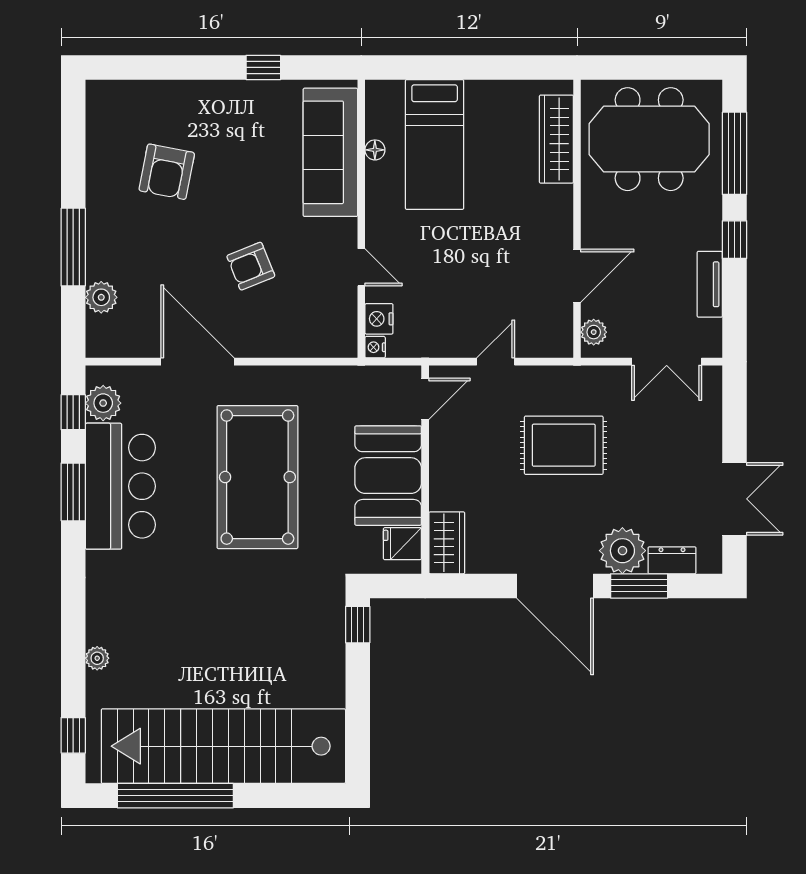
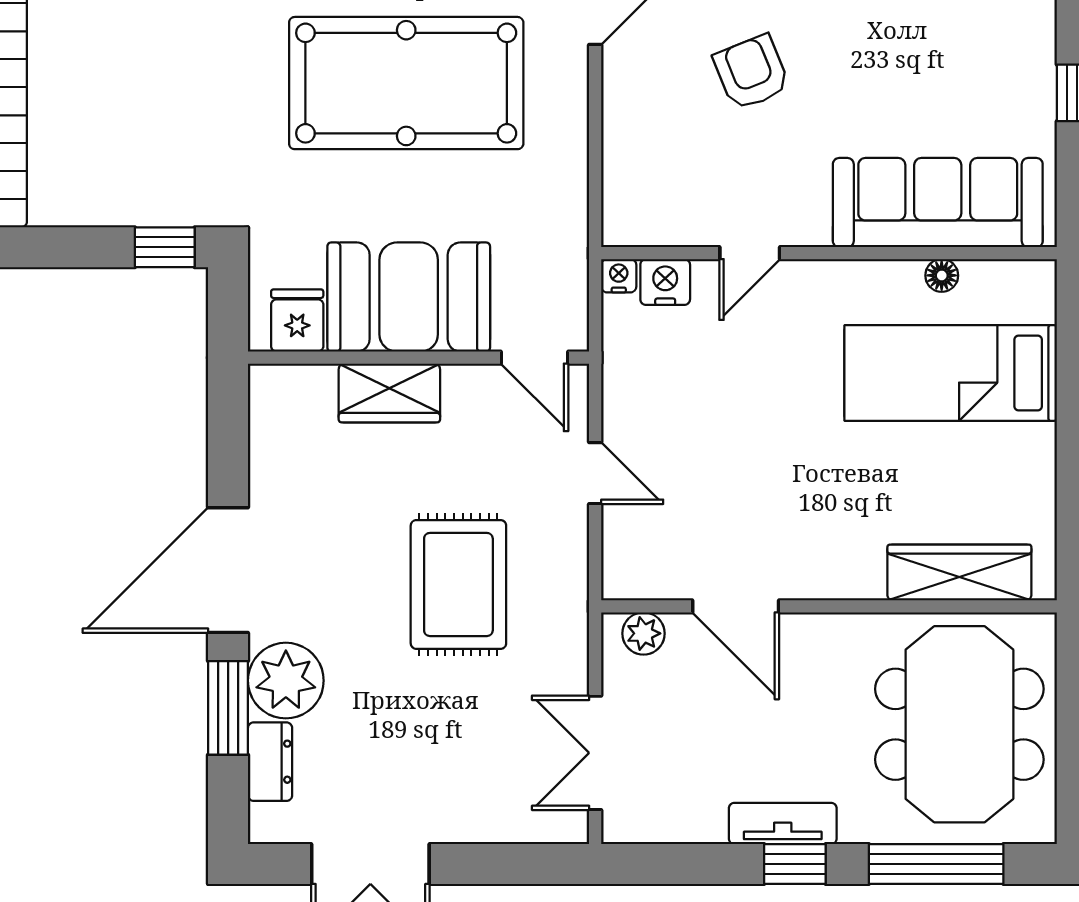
tv unit: (710, 284) -> (783, 823), moved
wardrobe: (447, 543) -> (389, 393), moved

